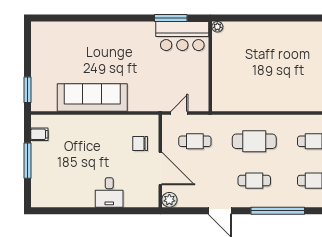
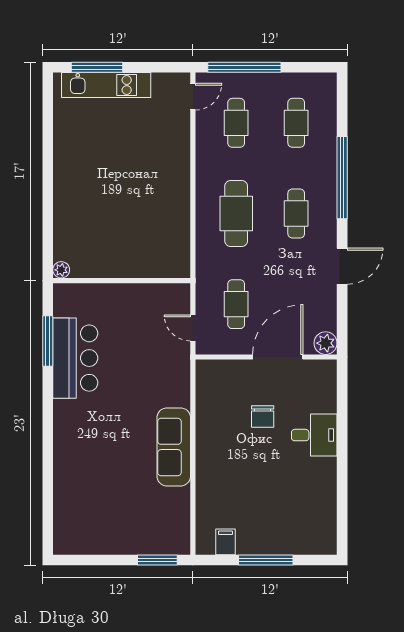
bar counter: (182, 36) -> (75, 358), moved
sofa: (92, 97) -> (174, 447), width x0.74, depth x0.79
chair: (140, 143) -> (263, 417), moved

